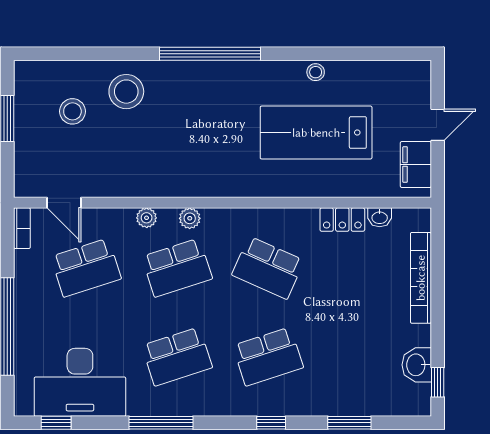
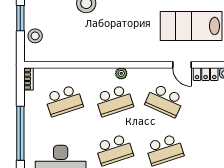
stool: (72, 111) -> (35, 36), moved
door: (64, 203) -> (182, 65), moved
plant: (147, 218) -> (97, 73), removed

